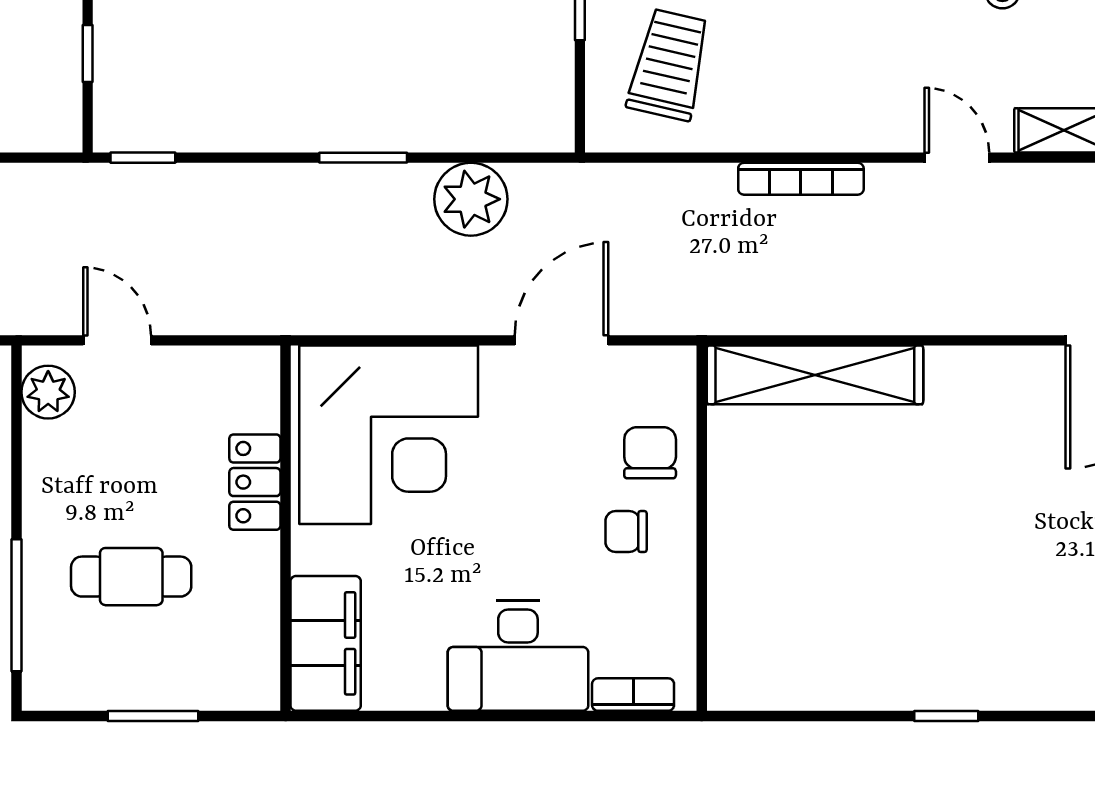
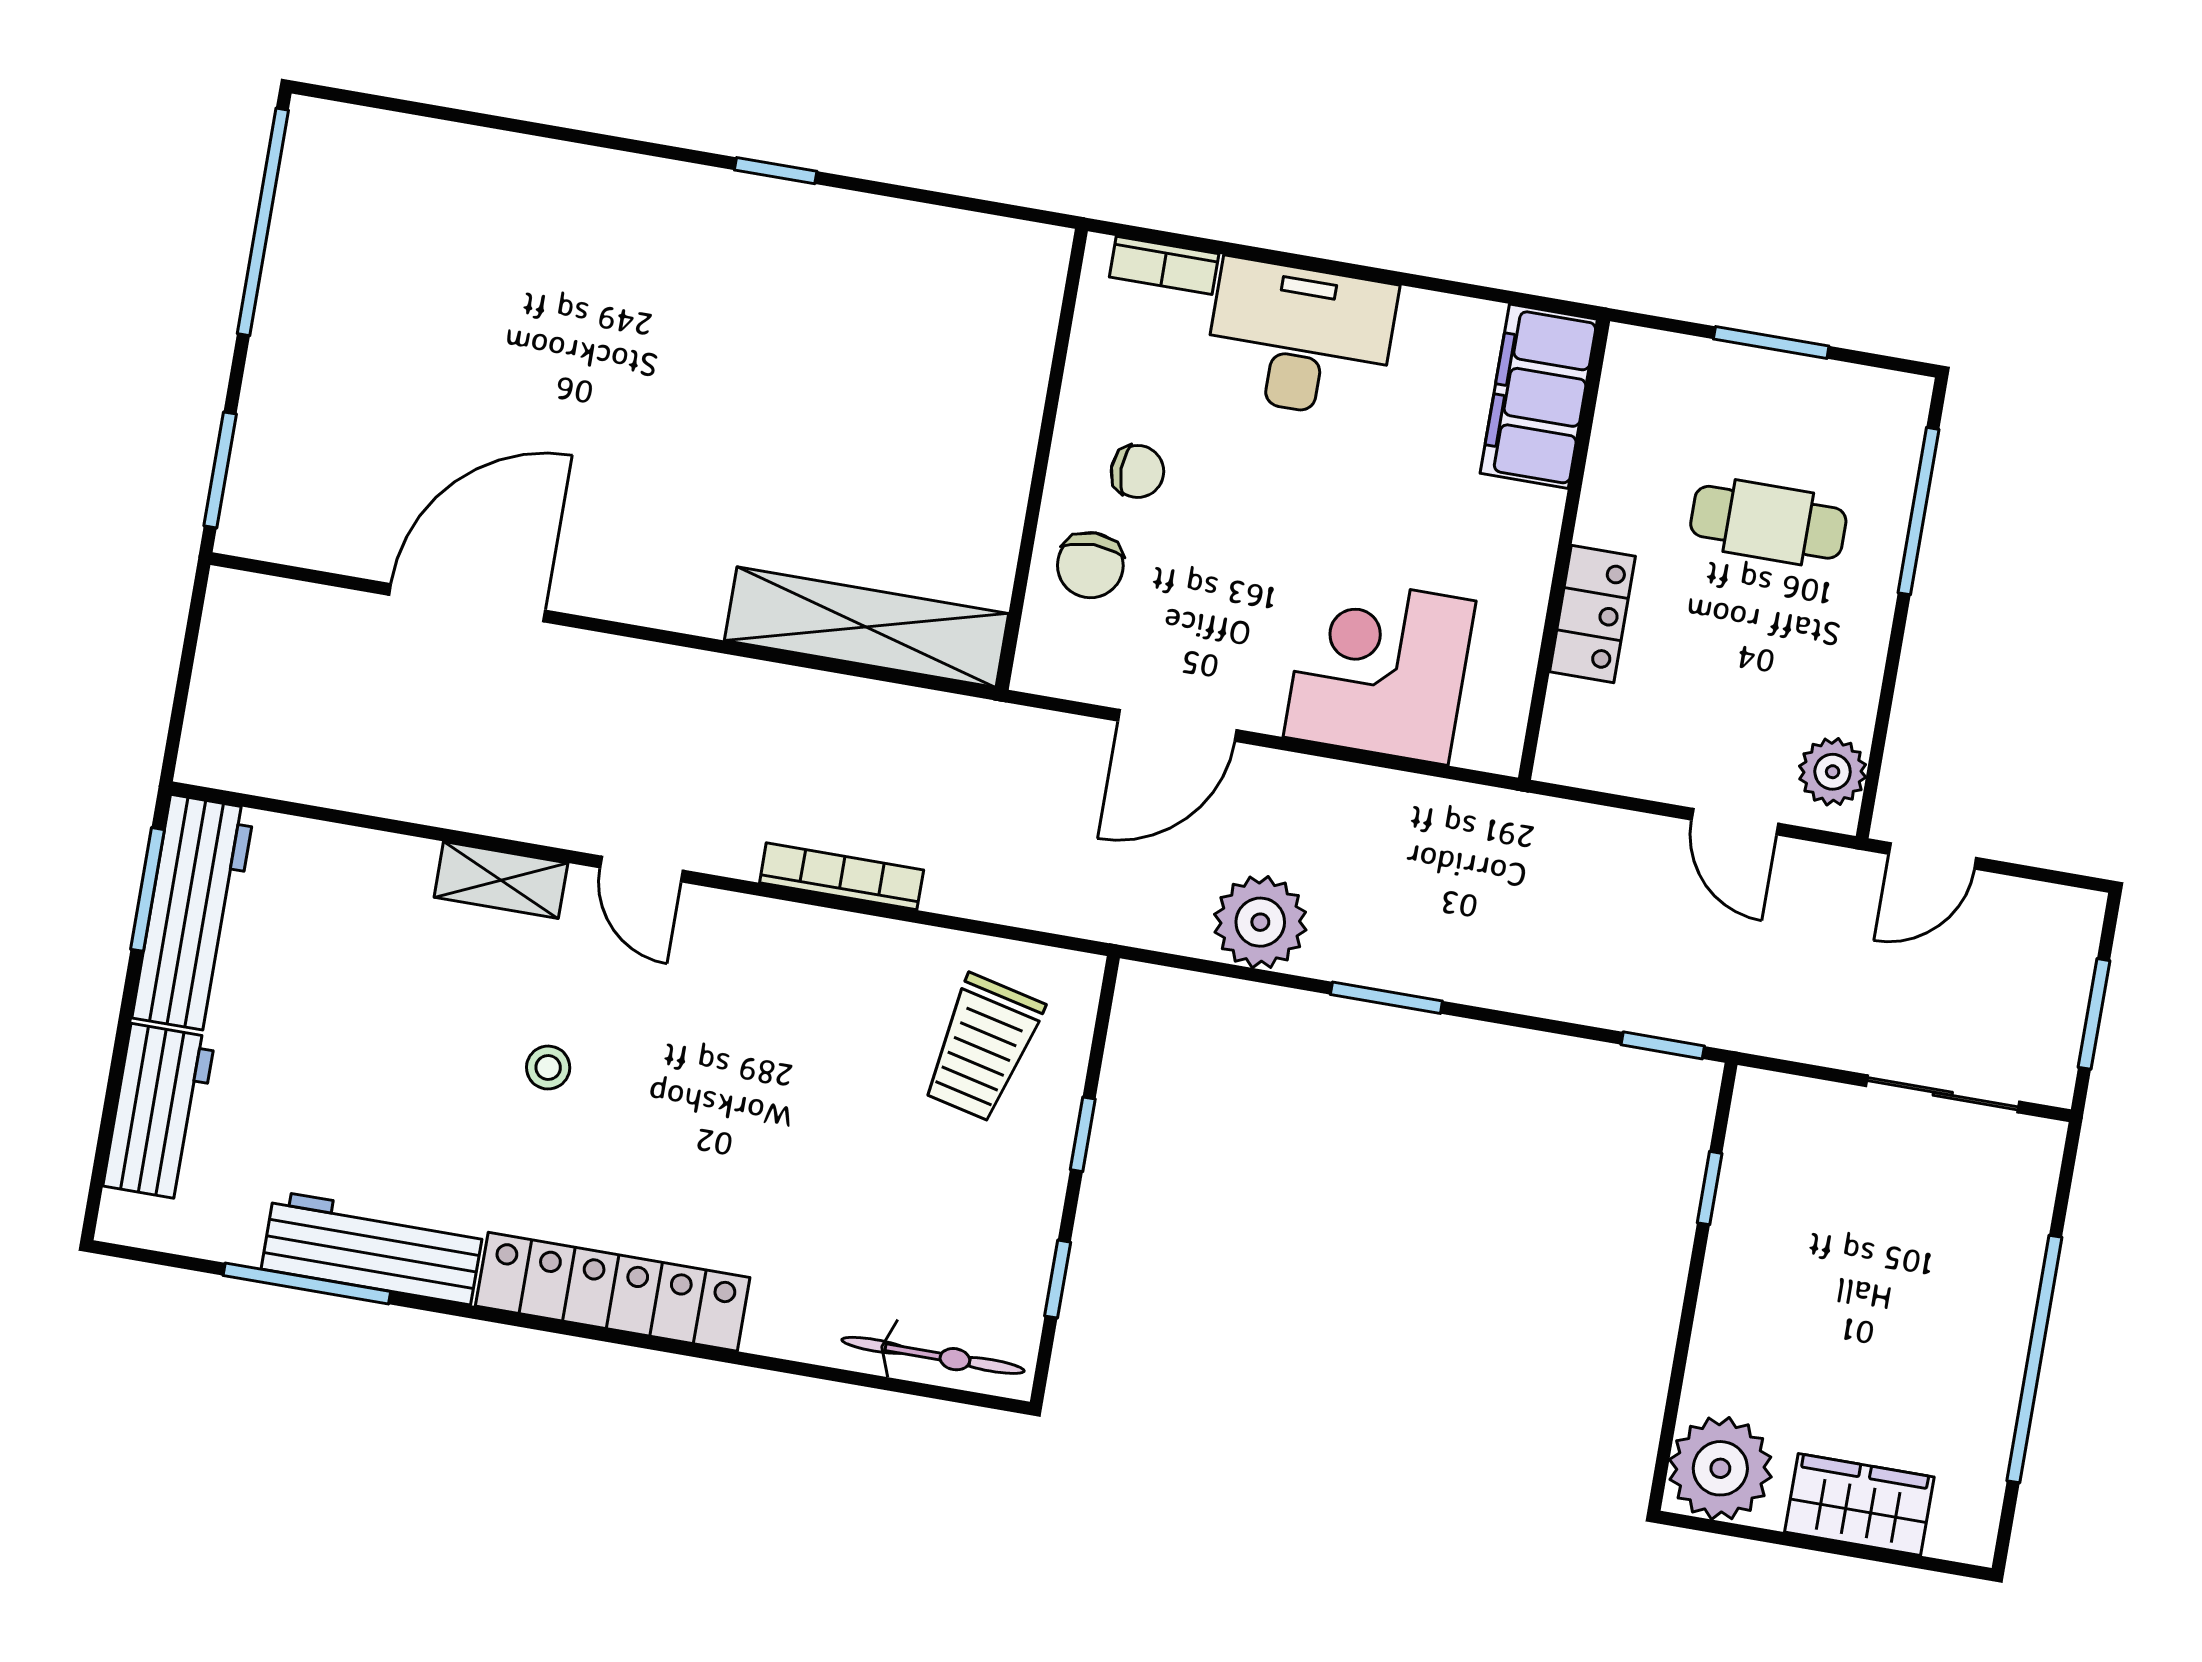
corner desk: (389, 435) -> (1380, 669), width x0.74, depth x0.74

